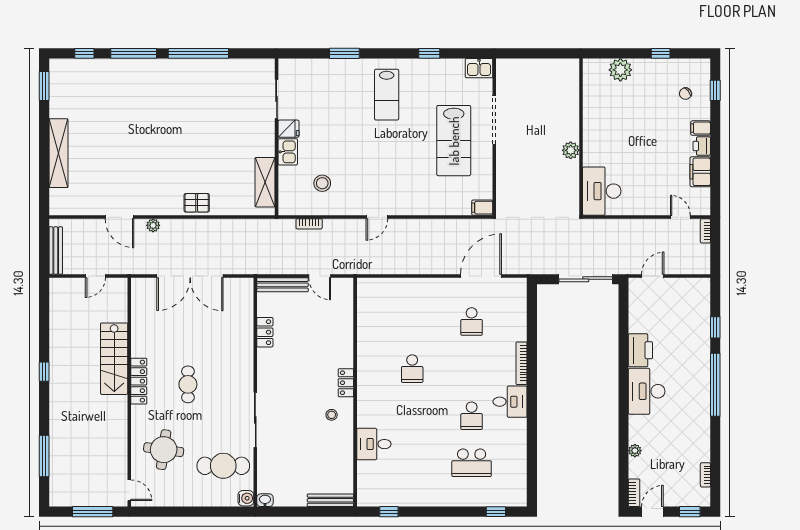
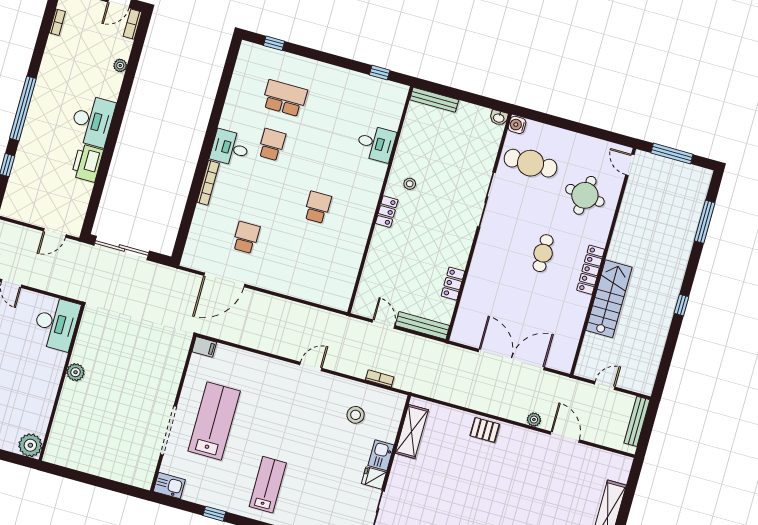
wall: (581, 137) -> (62, 383), moved
plant: (571, 150) -> (76, 372), moved
desk: (602, 191) -> (56, 323), moved

